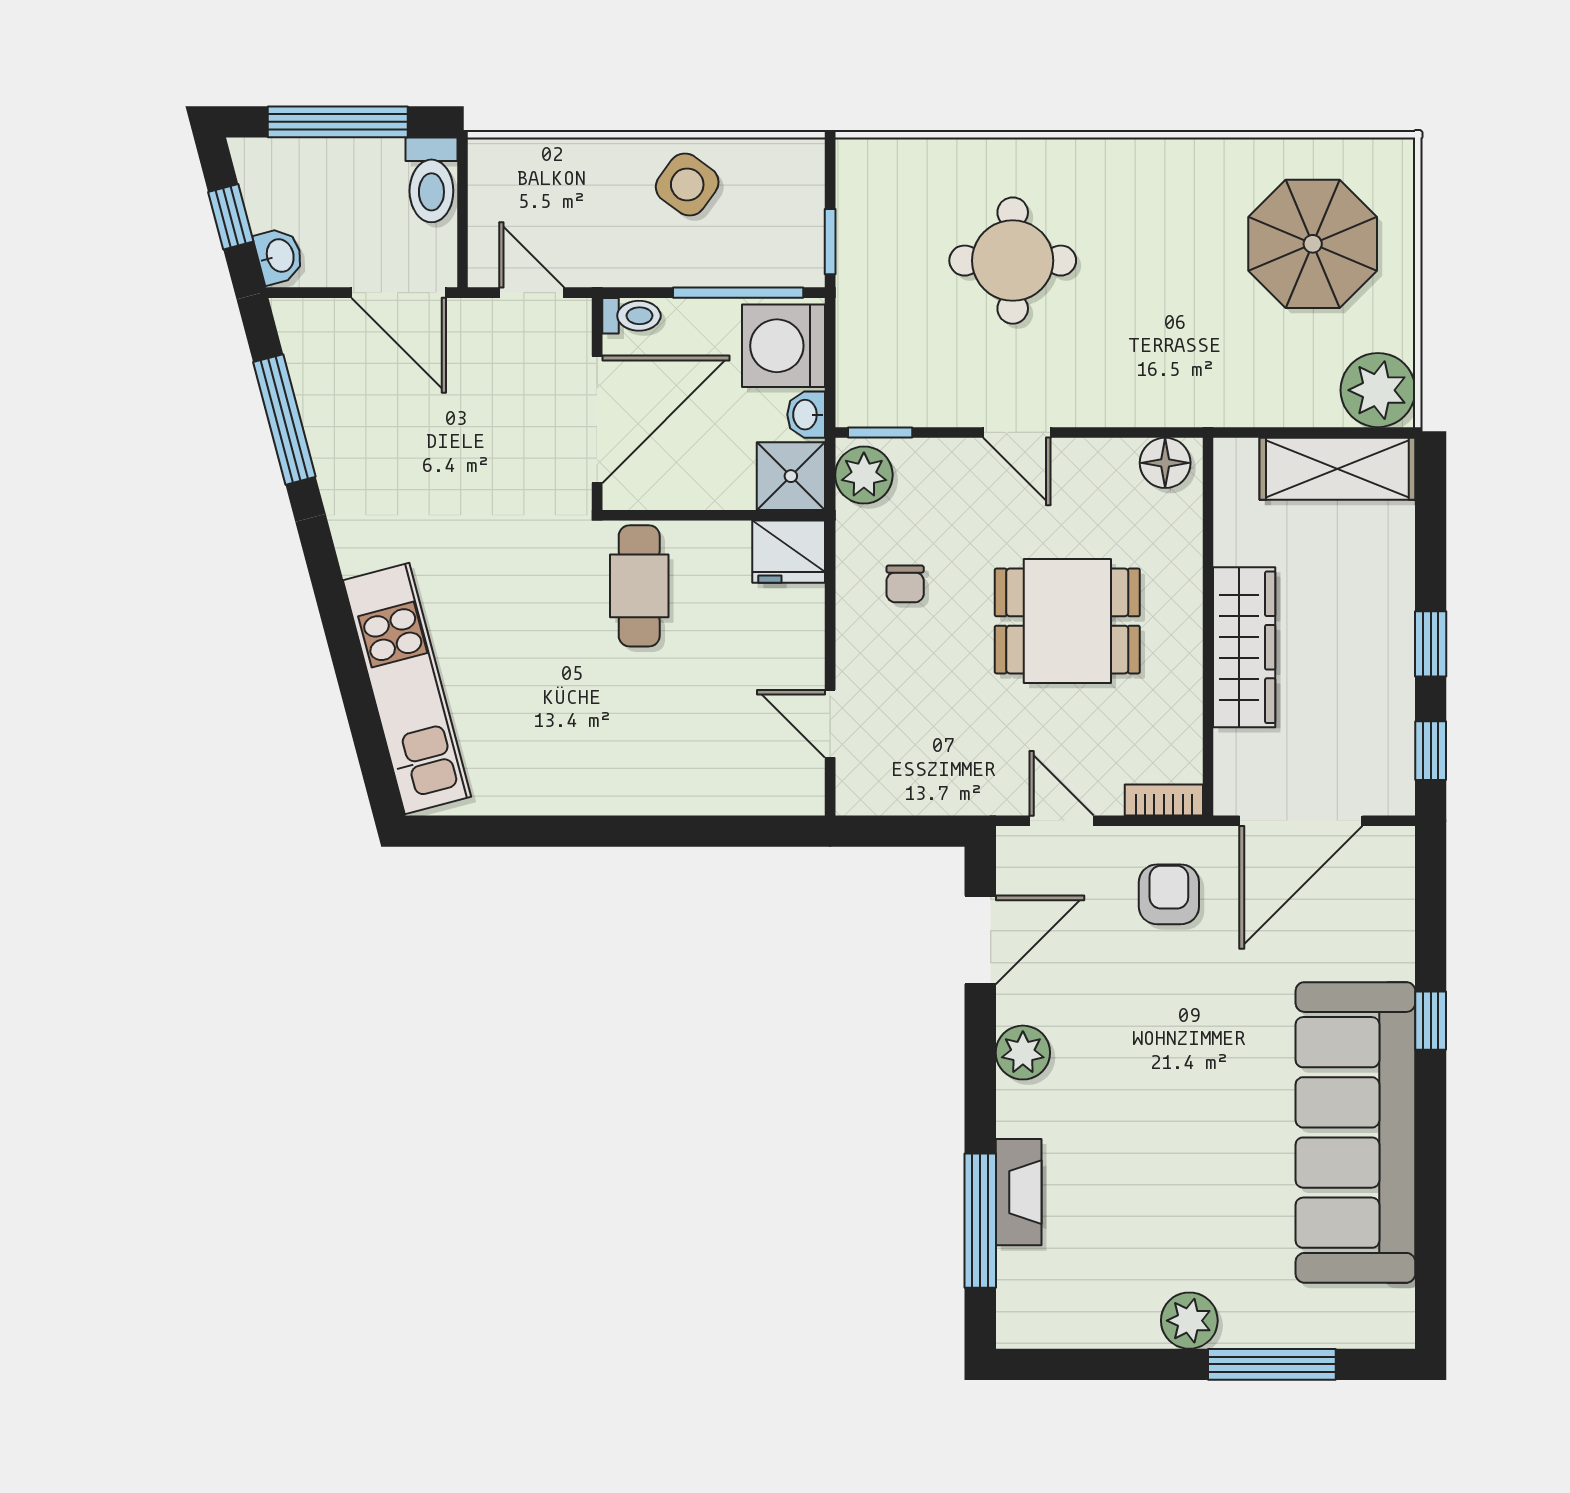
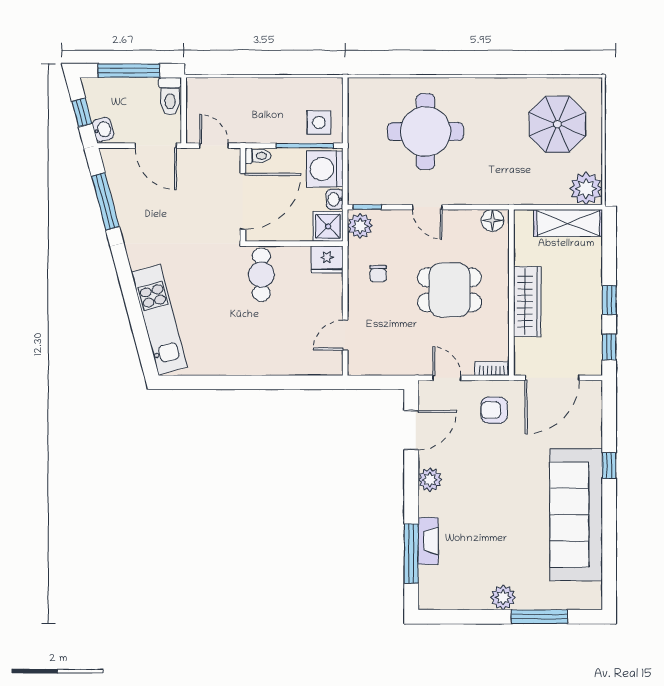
side table: (687, 185) -> (319, 122), moved, turned -36
window: (830, 242) -> (345, 123), removed
round table: (1013, 261) -> (425, 132), width x1.36, depth x1.36
door: (830, 724) -> (345, 335), hinge flipped
armchair: (1169, 894) -> (494, 410), turned -90

